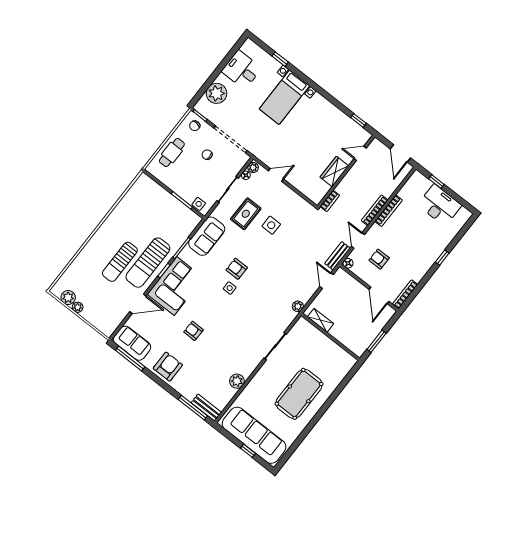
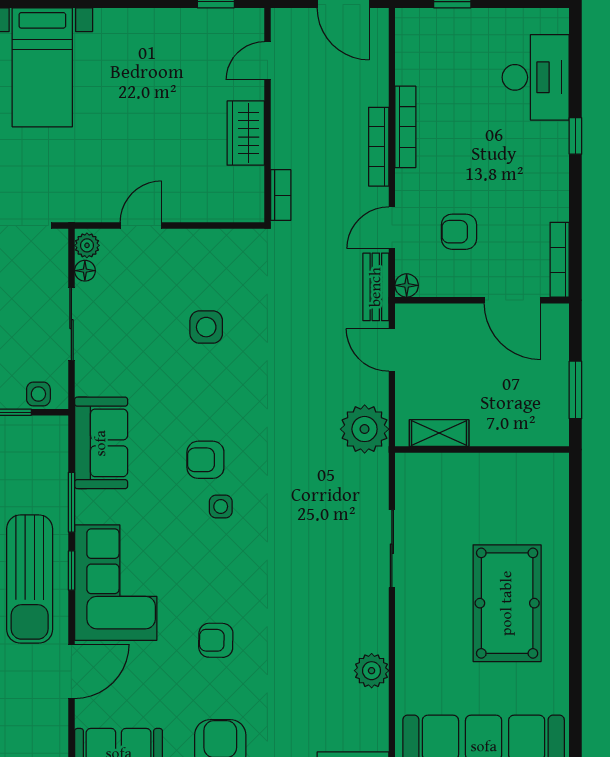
desk: (440, 205) -> (536, 77), moved, turned 90
rug: (246, 214) -> (142, 343), removed
door: (358, 240) -> (392, 228), hinge flipped
plant: (298, 306) -> (365, 429), width x1.88, depth x1.88

